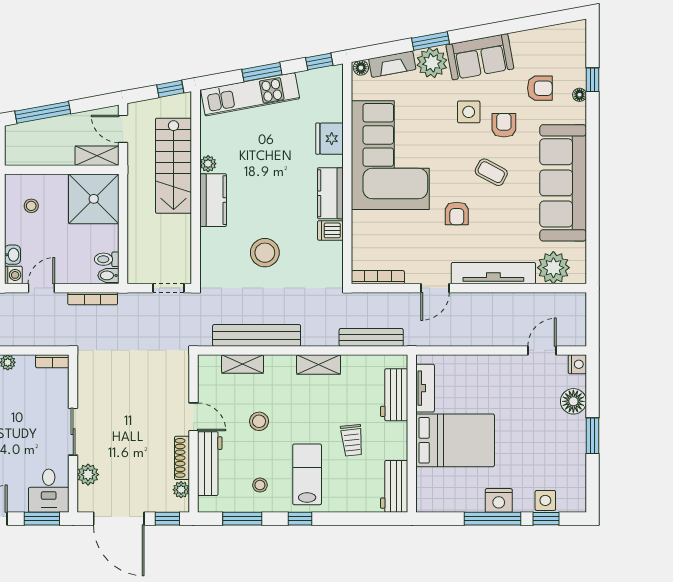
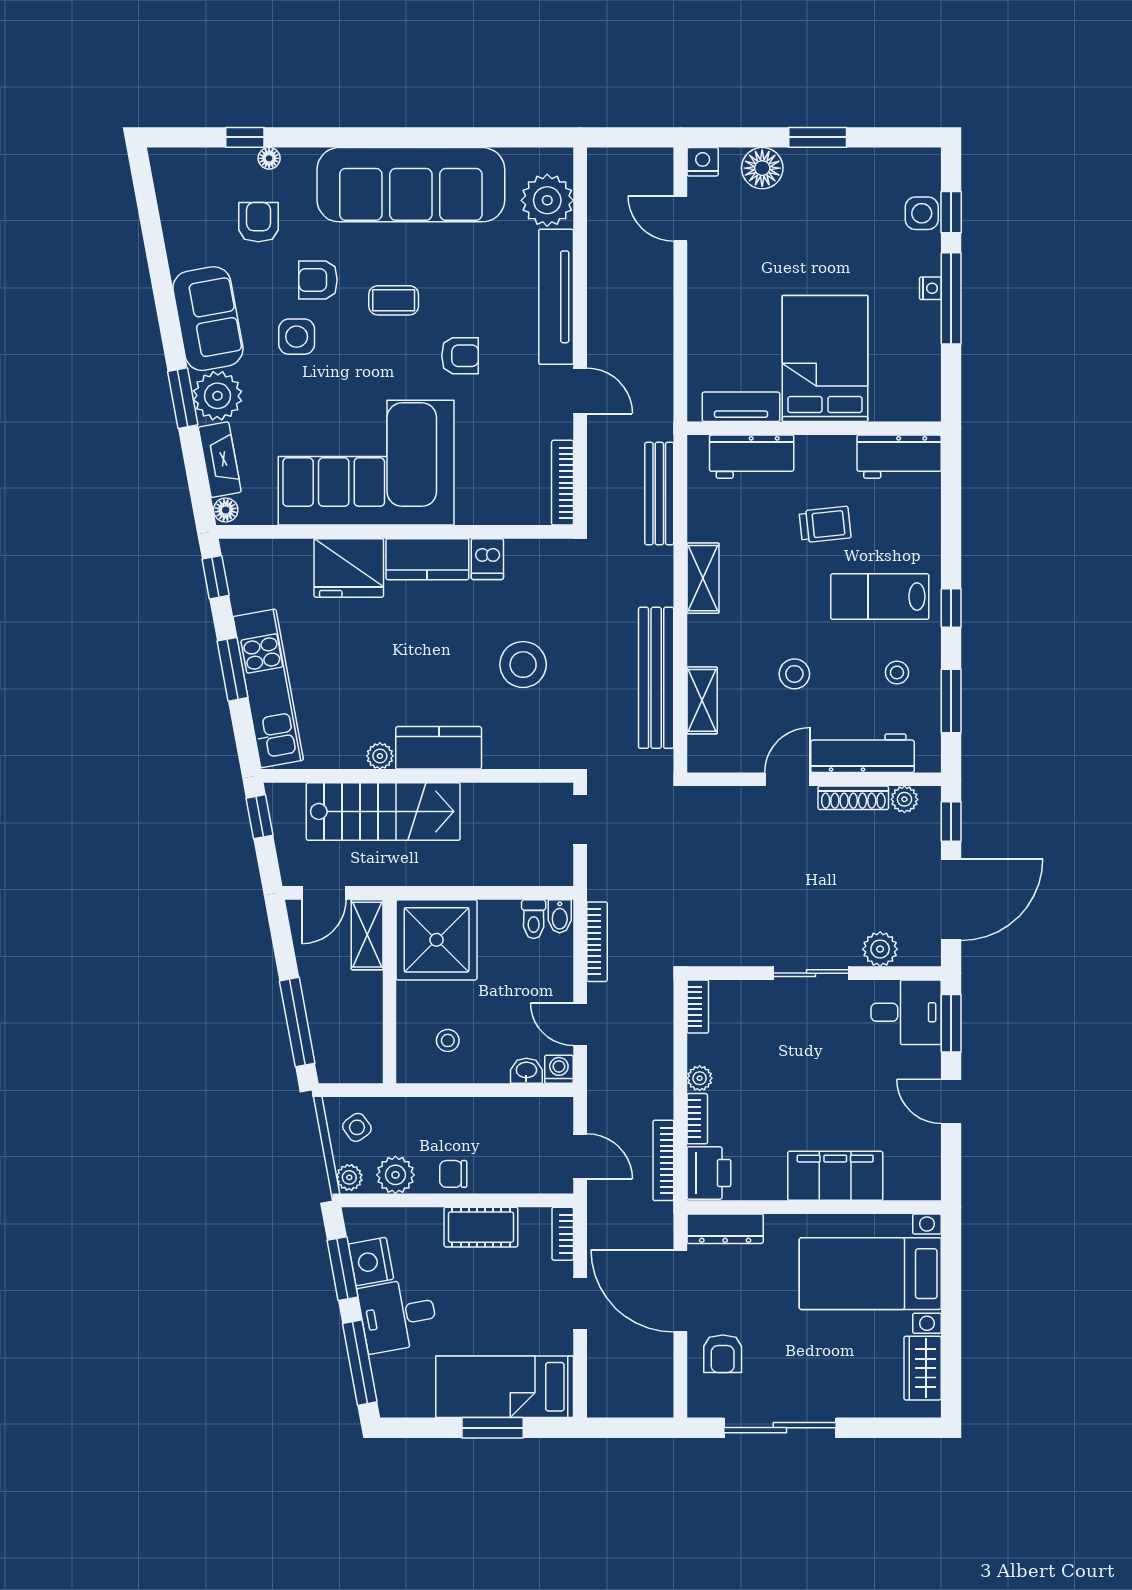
fridge: (330, 139) -> (349, 568), width x1.36, depth x1.34
coffee table: (491, 172) -> (394, 300), turned 62
nightstand: (499, 500) -> (930, 288), width x0.53, depth x0.56

